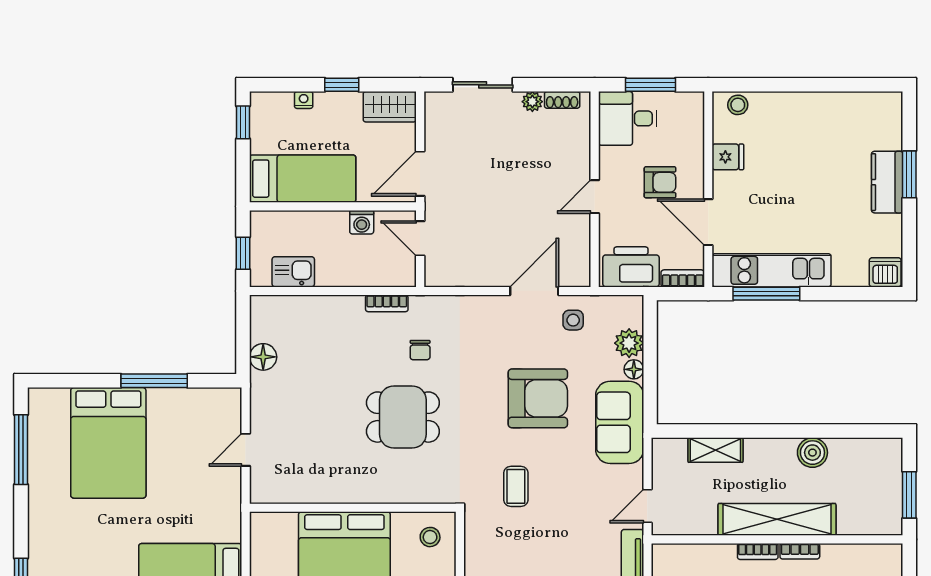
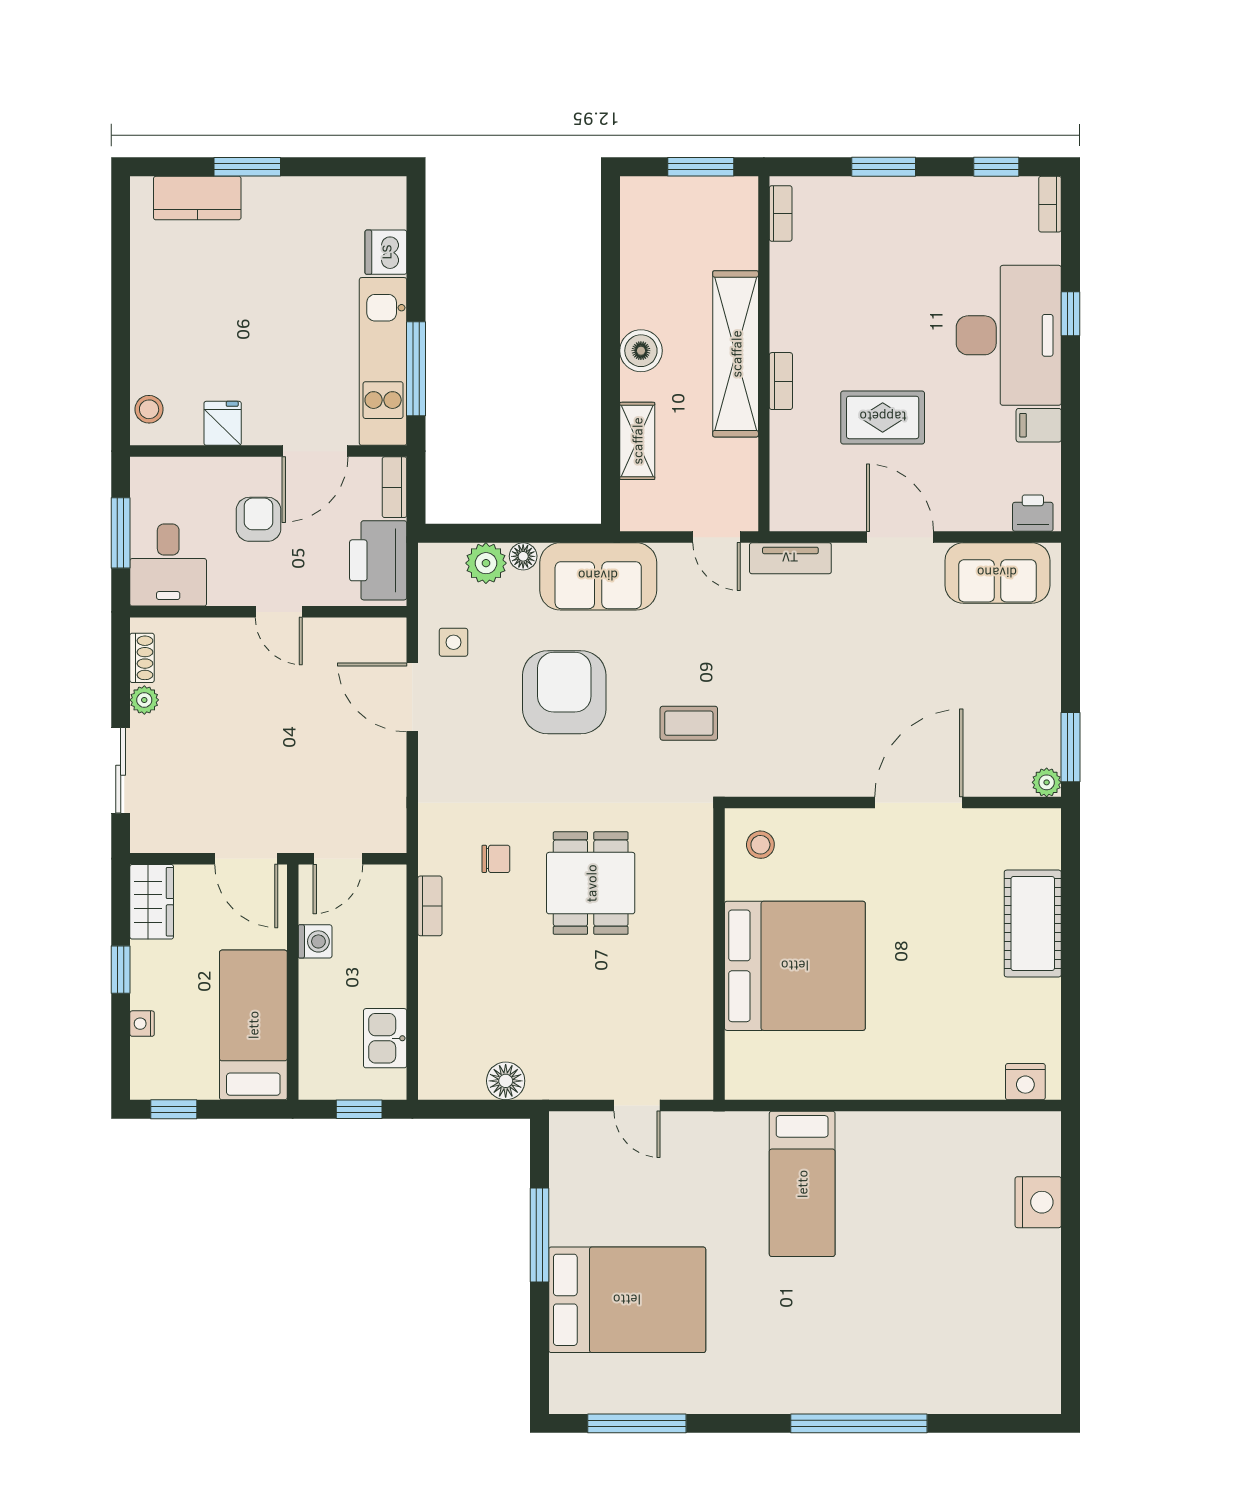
kitchen counter: (887, 182) -> (197, 198), moved
dishwasher: (885, 272) -> (386, 252), moved
boiler: (812, 453) -> (641, 351), moved
bookcase: (800, 551) -> (781, 213), moved

